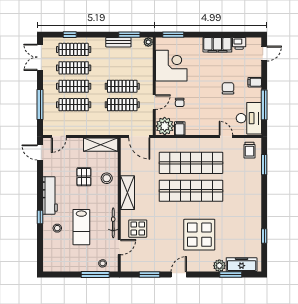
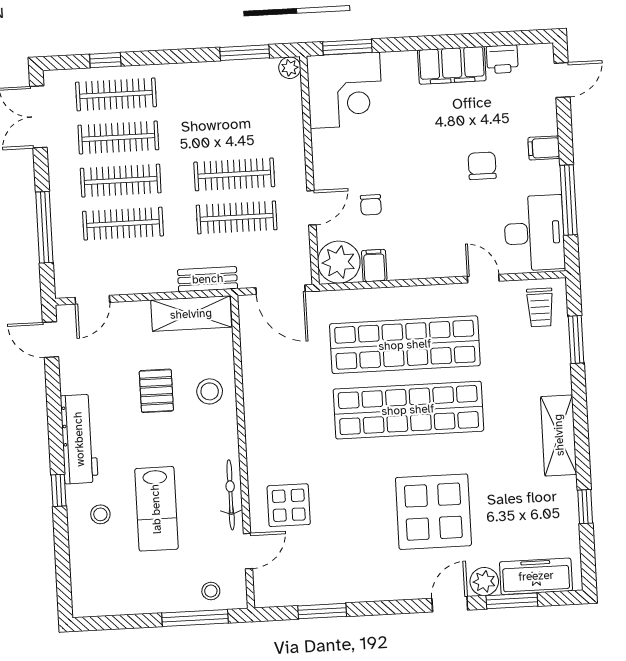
bench: (118, 42) -> (208, 279), moved
corner desk: (171, 66) -> (345, 90), moved, turned 90
shelving: (128, 193) -> (559, 435), moved
door: (179, 274) -> (450, 604), moved

